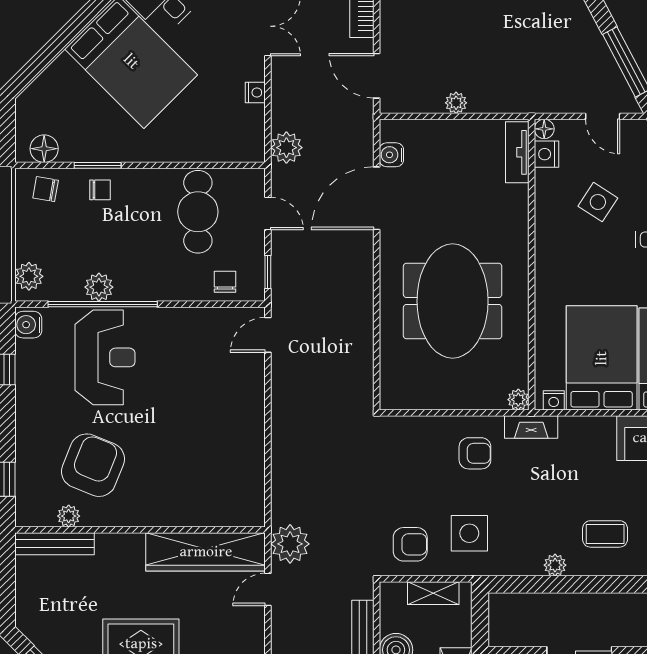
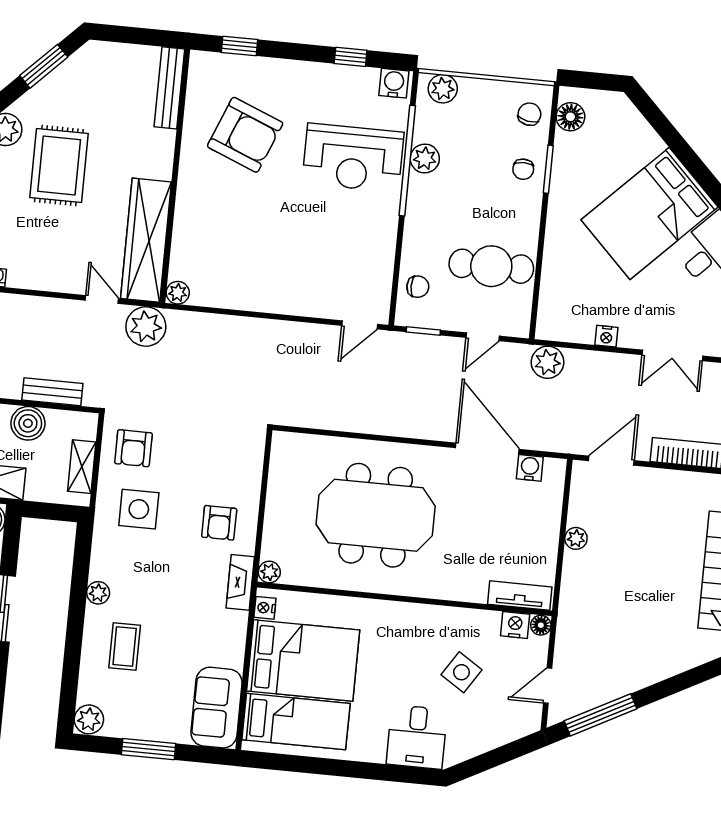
door: (268, 335) -> (360, 325), swing flipped
plant: (69, 516) -> (178, 293), moved

